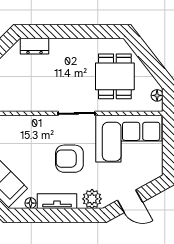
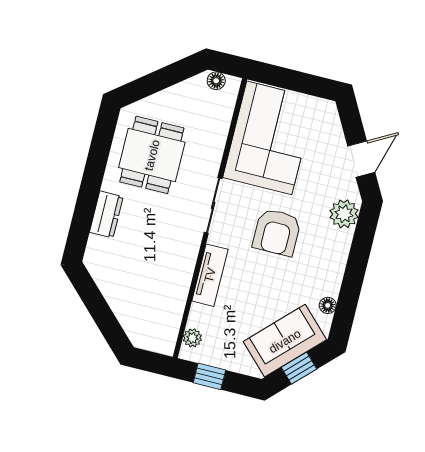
dresser: (35, 46) -> (106, 214), moved
dining table: (115, 76) -> (152, 155), moved, turned 90
tv unit: (57, 201) -> (210, 275), moved, turned 180

